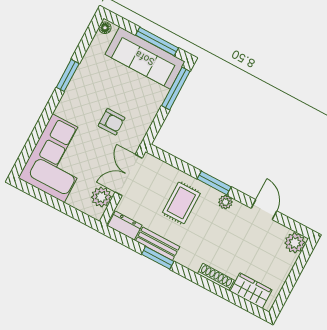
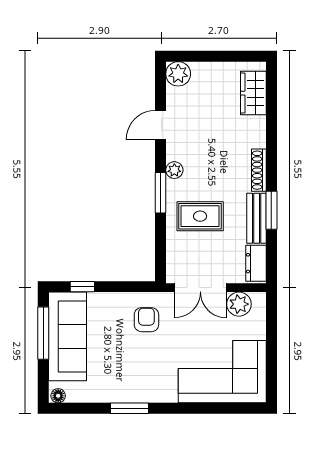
window: (176, 88) -> (82, 287), width x0.46
armchair: (112, 122) -> (146, 320), moved
shoe rack: (216, 277) -> (259, 170), moved

